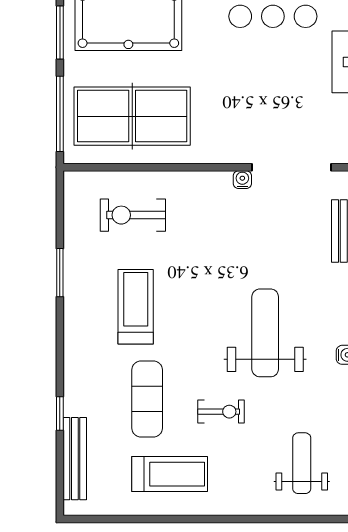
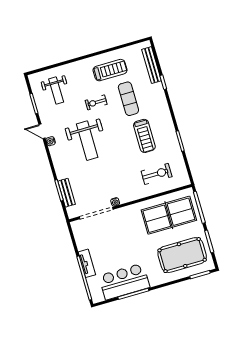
treadmill: (170, 474) -> (110, 70), turned 180

